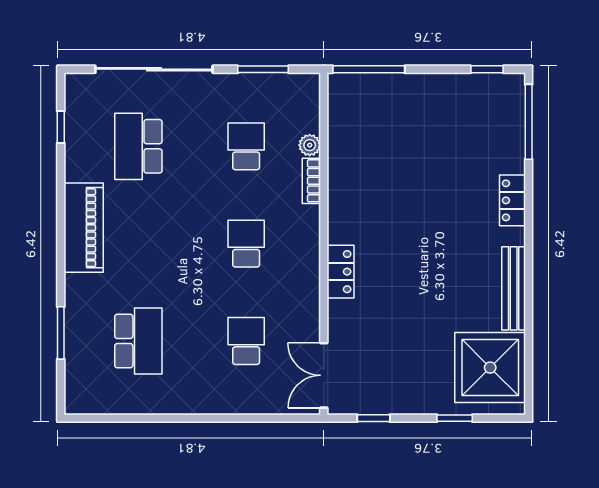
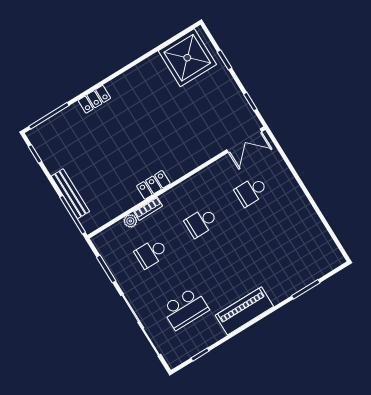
locker: (340, 272) -> (153, 185), moved
bench: (514, 288) -> (70, 194), moved, turned 90
school desk: (138, 341) -> (285, 247), removed

